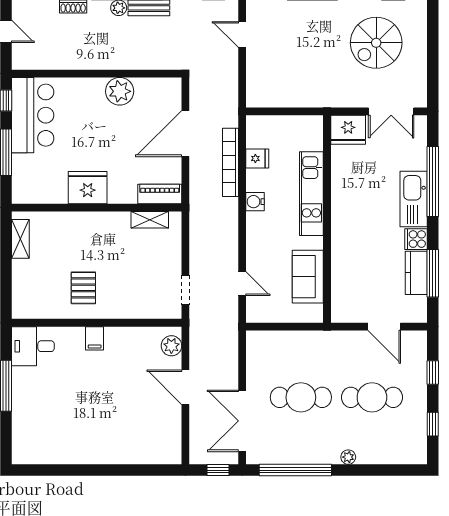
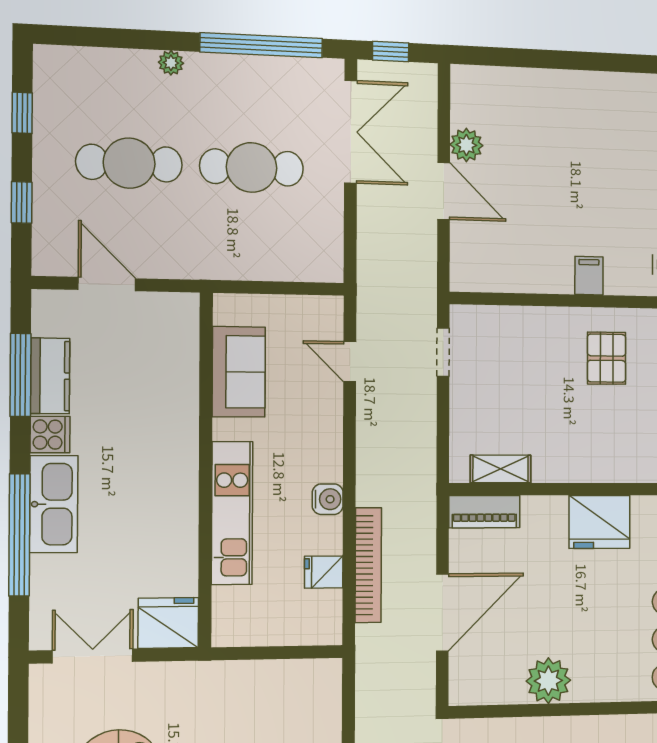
plant: (171, 346) -> (466, 145), moved

